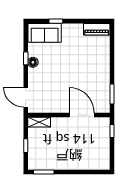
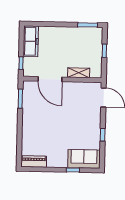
floor lamp: (33, 62) -> (96, 131), removed
shelving: (39, 122) -> (79, 73), moved
freezer: (102, 154) -> (31, 41), added

